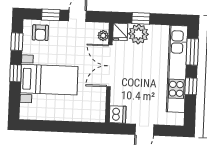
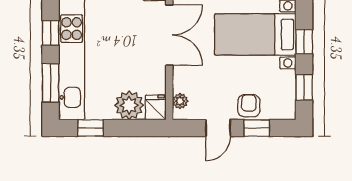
window: (141, 18) -> (91, 128), moved
armchair: (40, 33) -> (249, 106), moved
double door: (109, 66) -> (169, 35), moved

